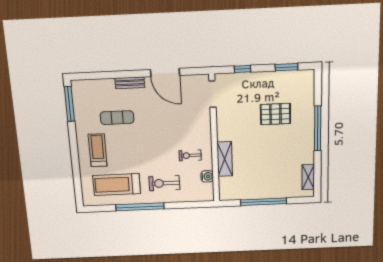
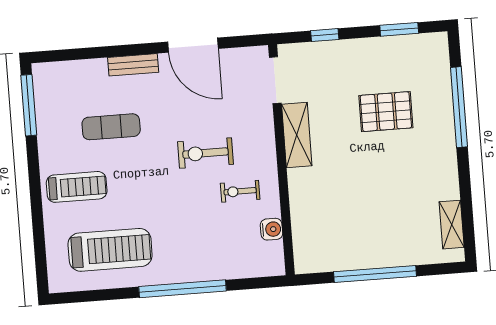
window: (318, 129) -> (459, 107), moved
treadmill: (98, 150) -> (77, 187), turned 90
shelving: (225, 159) -> (297, 135), moved
exercise bike: (164, 183) -> (205, 153), moved
treadmill: (117, 185) -> (110, 250), turned 180
window: (140, 207) -> (183, 289), moved

